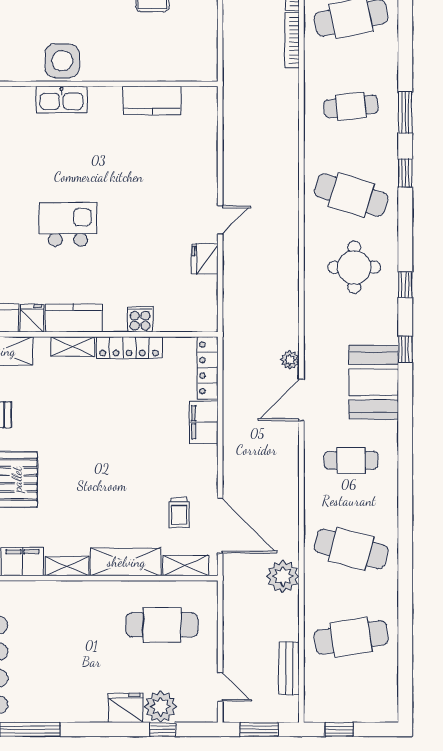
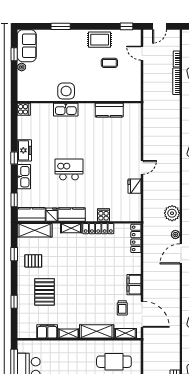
filing cabinet: (204, 422) -> (134, 285), moved
plant: (283, 576) -> (172, 213), moved

